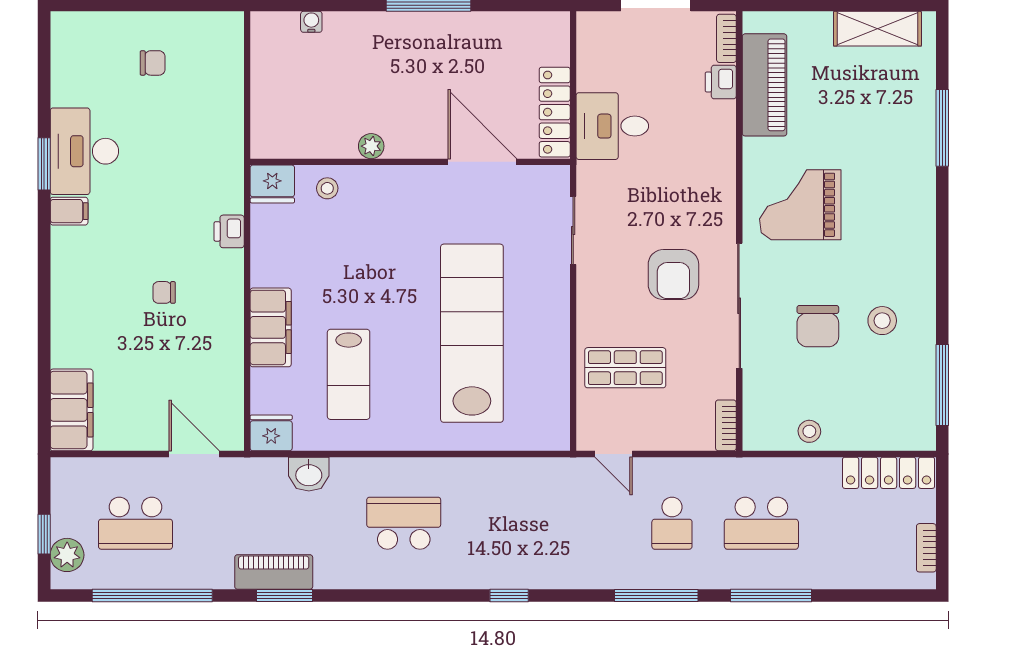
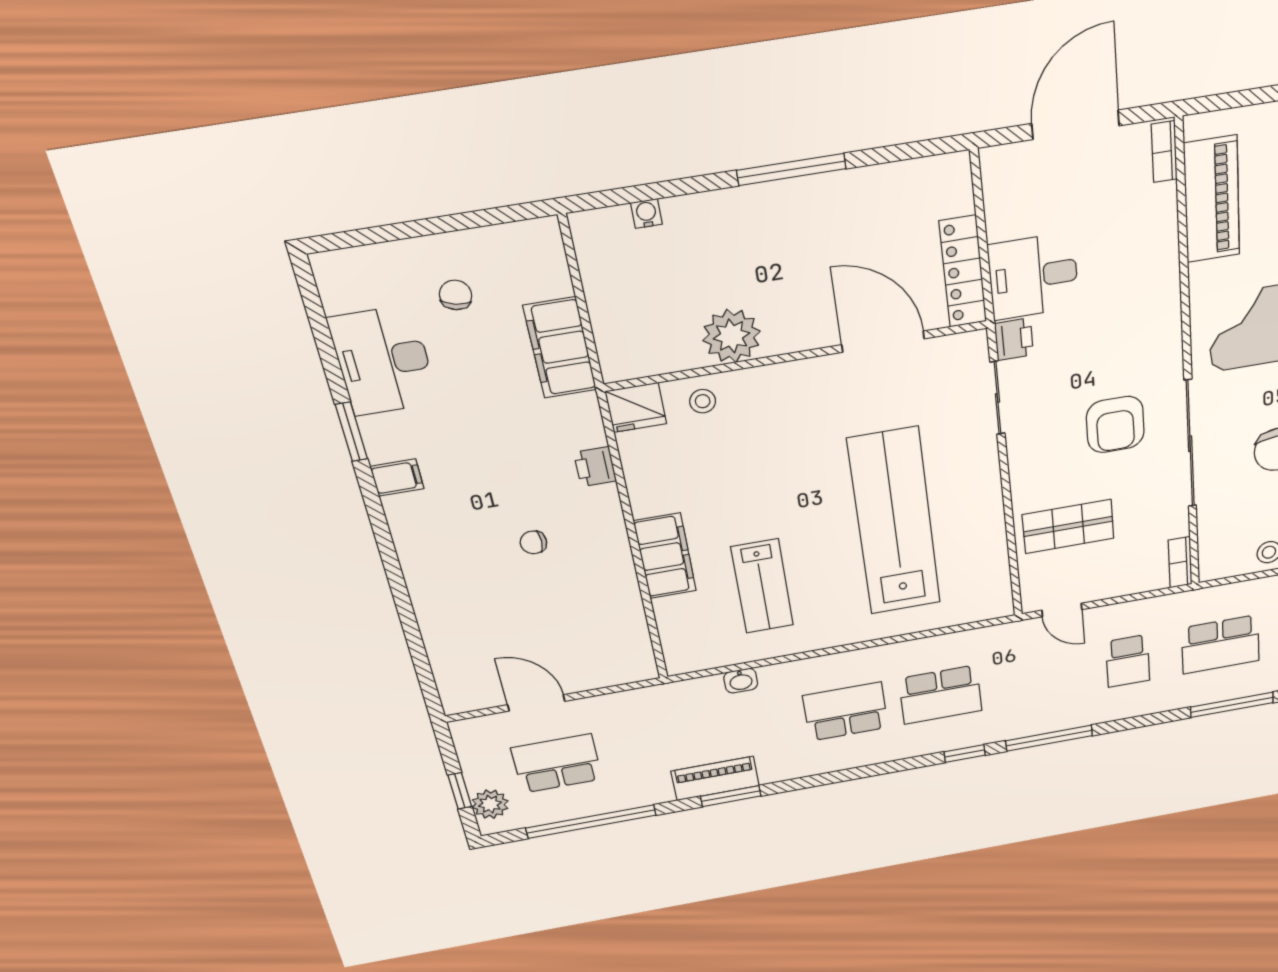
chair: (153, 63) -> (456, 295), turned -77
printer: (721, 82) -> (1014, 339), moved, turned 180
plant: (371, 146) -> (732, 336), width x1.87, depth x1.87
desk: (84, 151) -> (383, 361), moved
filing cabinet: (72, 410) -> (560, 348), moved, turned 180
fridge: (271, 433) -> (687, 656), removed
door: (194, 454) -> (536, 703), moved
washbasin: (309, 474) -> (741, 681), width x0.72, depth x0.69
school desk: (135, 523) -> (557, 764), turned 180
school desk: (493, 523) -> (940, 695), added
window: (656, 595) -> (1049, 738), moved

